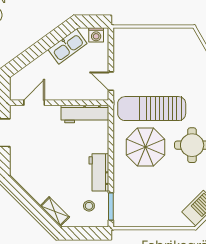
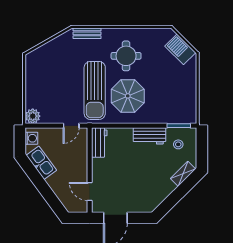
plant: (122, 36) -> (33, 116), added
workbench: (85, 114) -> (99, 142), width x0.73

